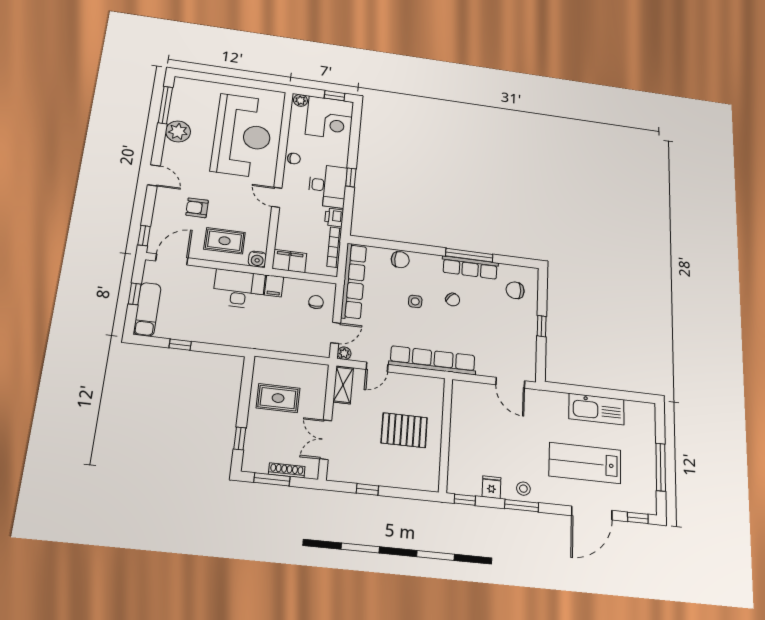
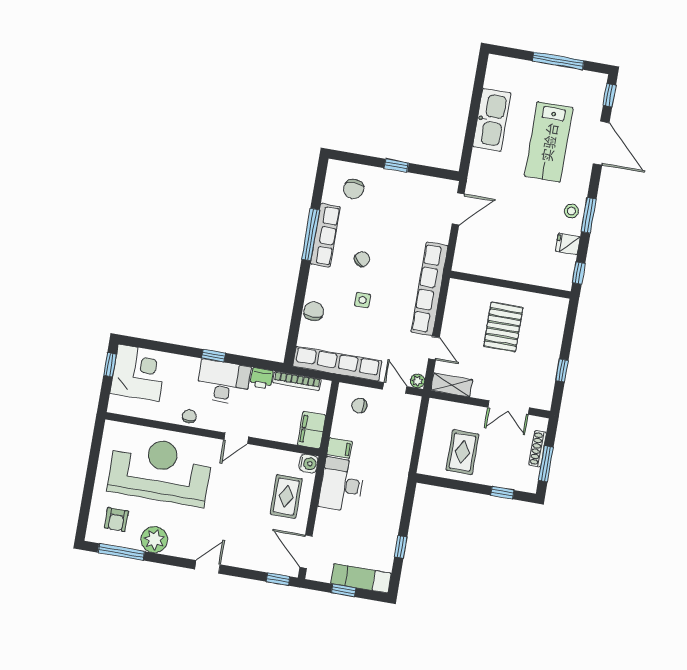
plant: (300, 100) -> (116, 404), removed
armchair: (197, 208) -> (116, 520), moved

